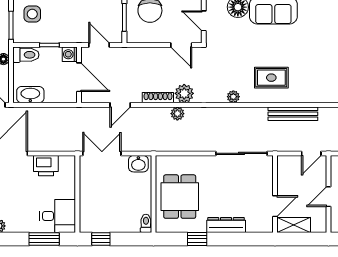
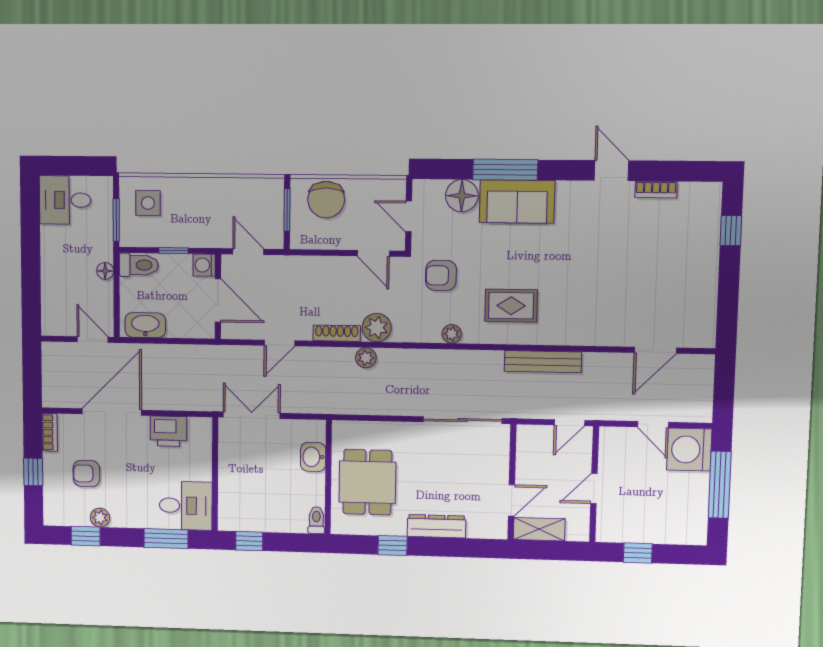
armchair: (226, 59) -> (441, 275), added
washbasin: (138, 164) -> (313, 457), moved, turned 90

